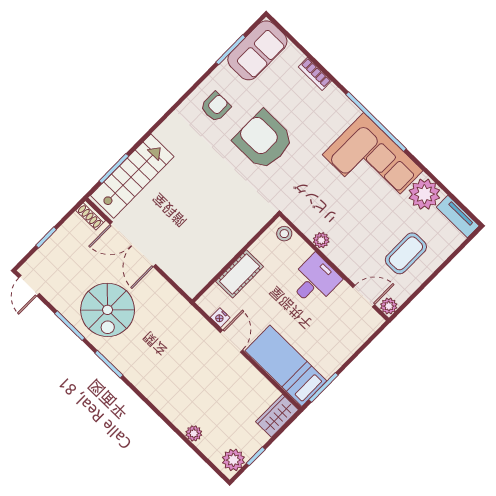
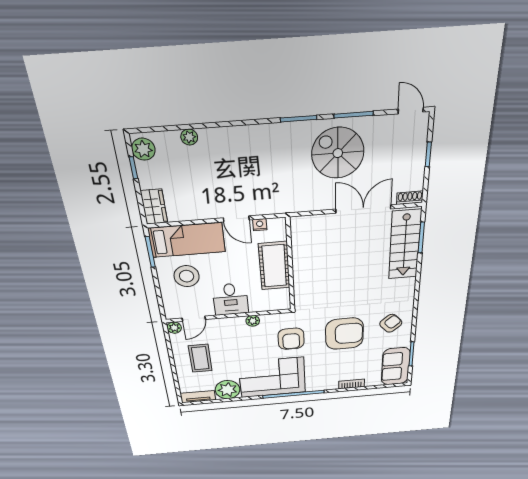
armchair: (216, 107) -> (391, 323), turned -131
armchair: (311, 186) -> (291, 339), added
stool: (284, 234) -> (187, 276), moved, width x1.89, depth x1.89
cot: (240, 274) -> (274, 266), width x1.37, depth x1.34

